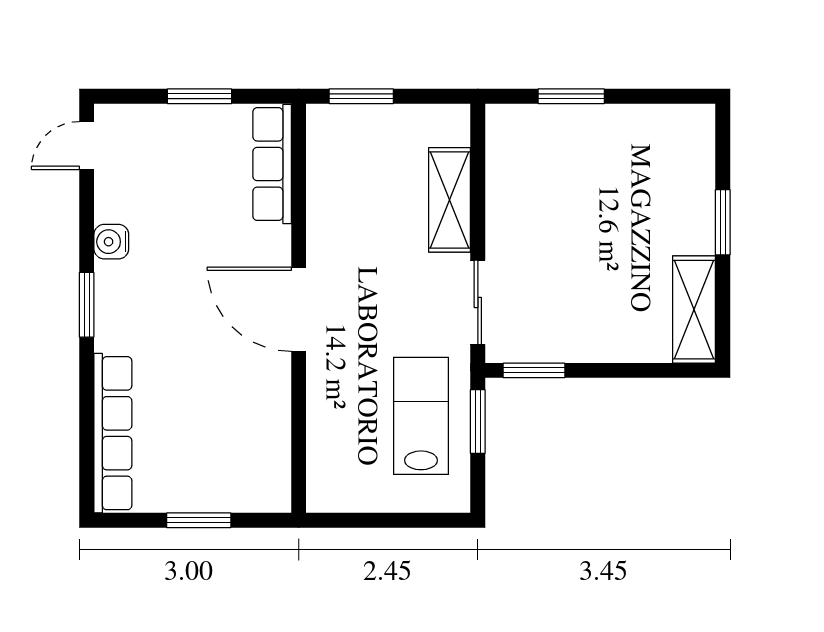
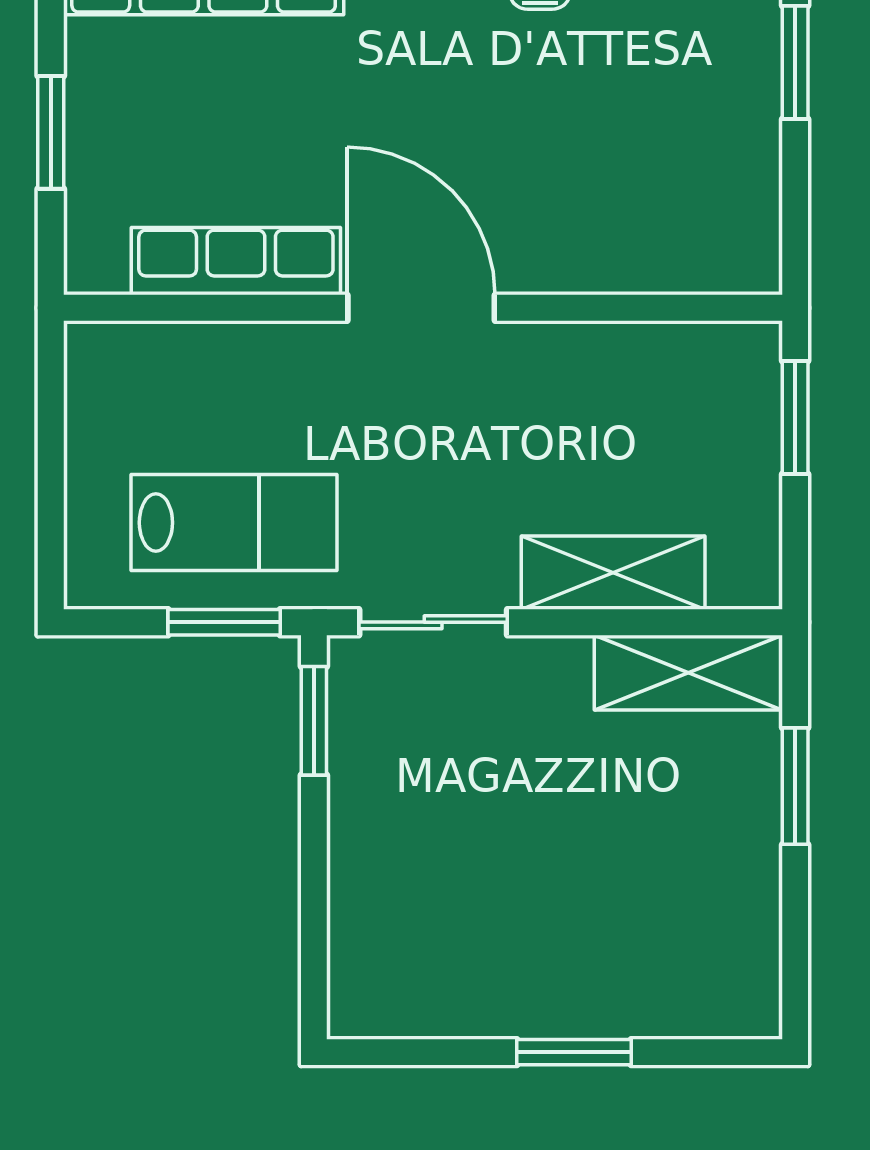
window: (200, 96) -> (795, 62), moved
row of seats: (272, 164) -> (236, 261), moved
door: (299, 309) -> (421, 308), hinge flipped
shelving: (694, 310) -> (688, 673), moved

